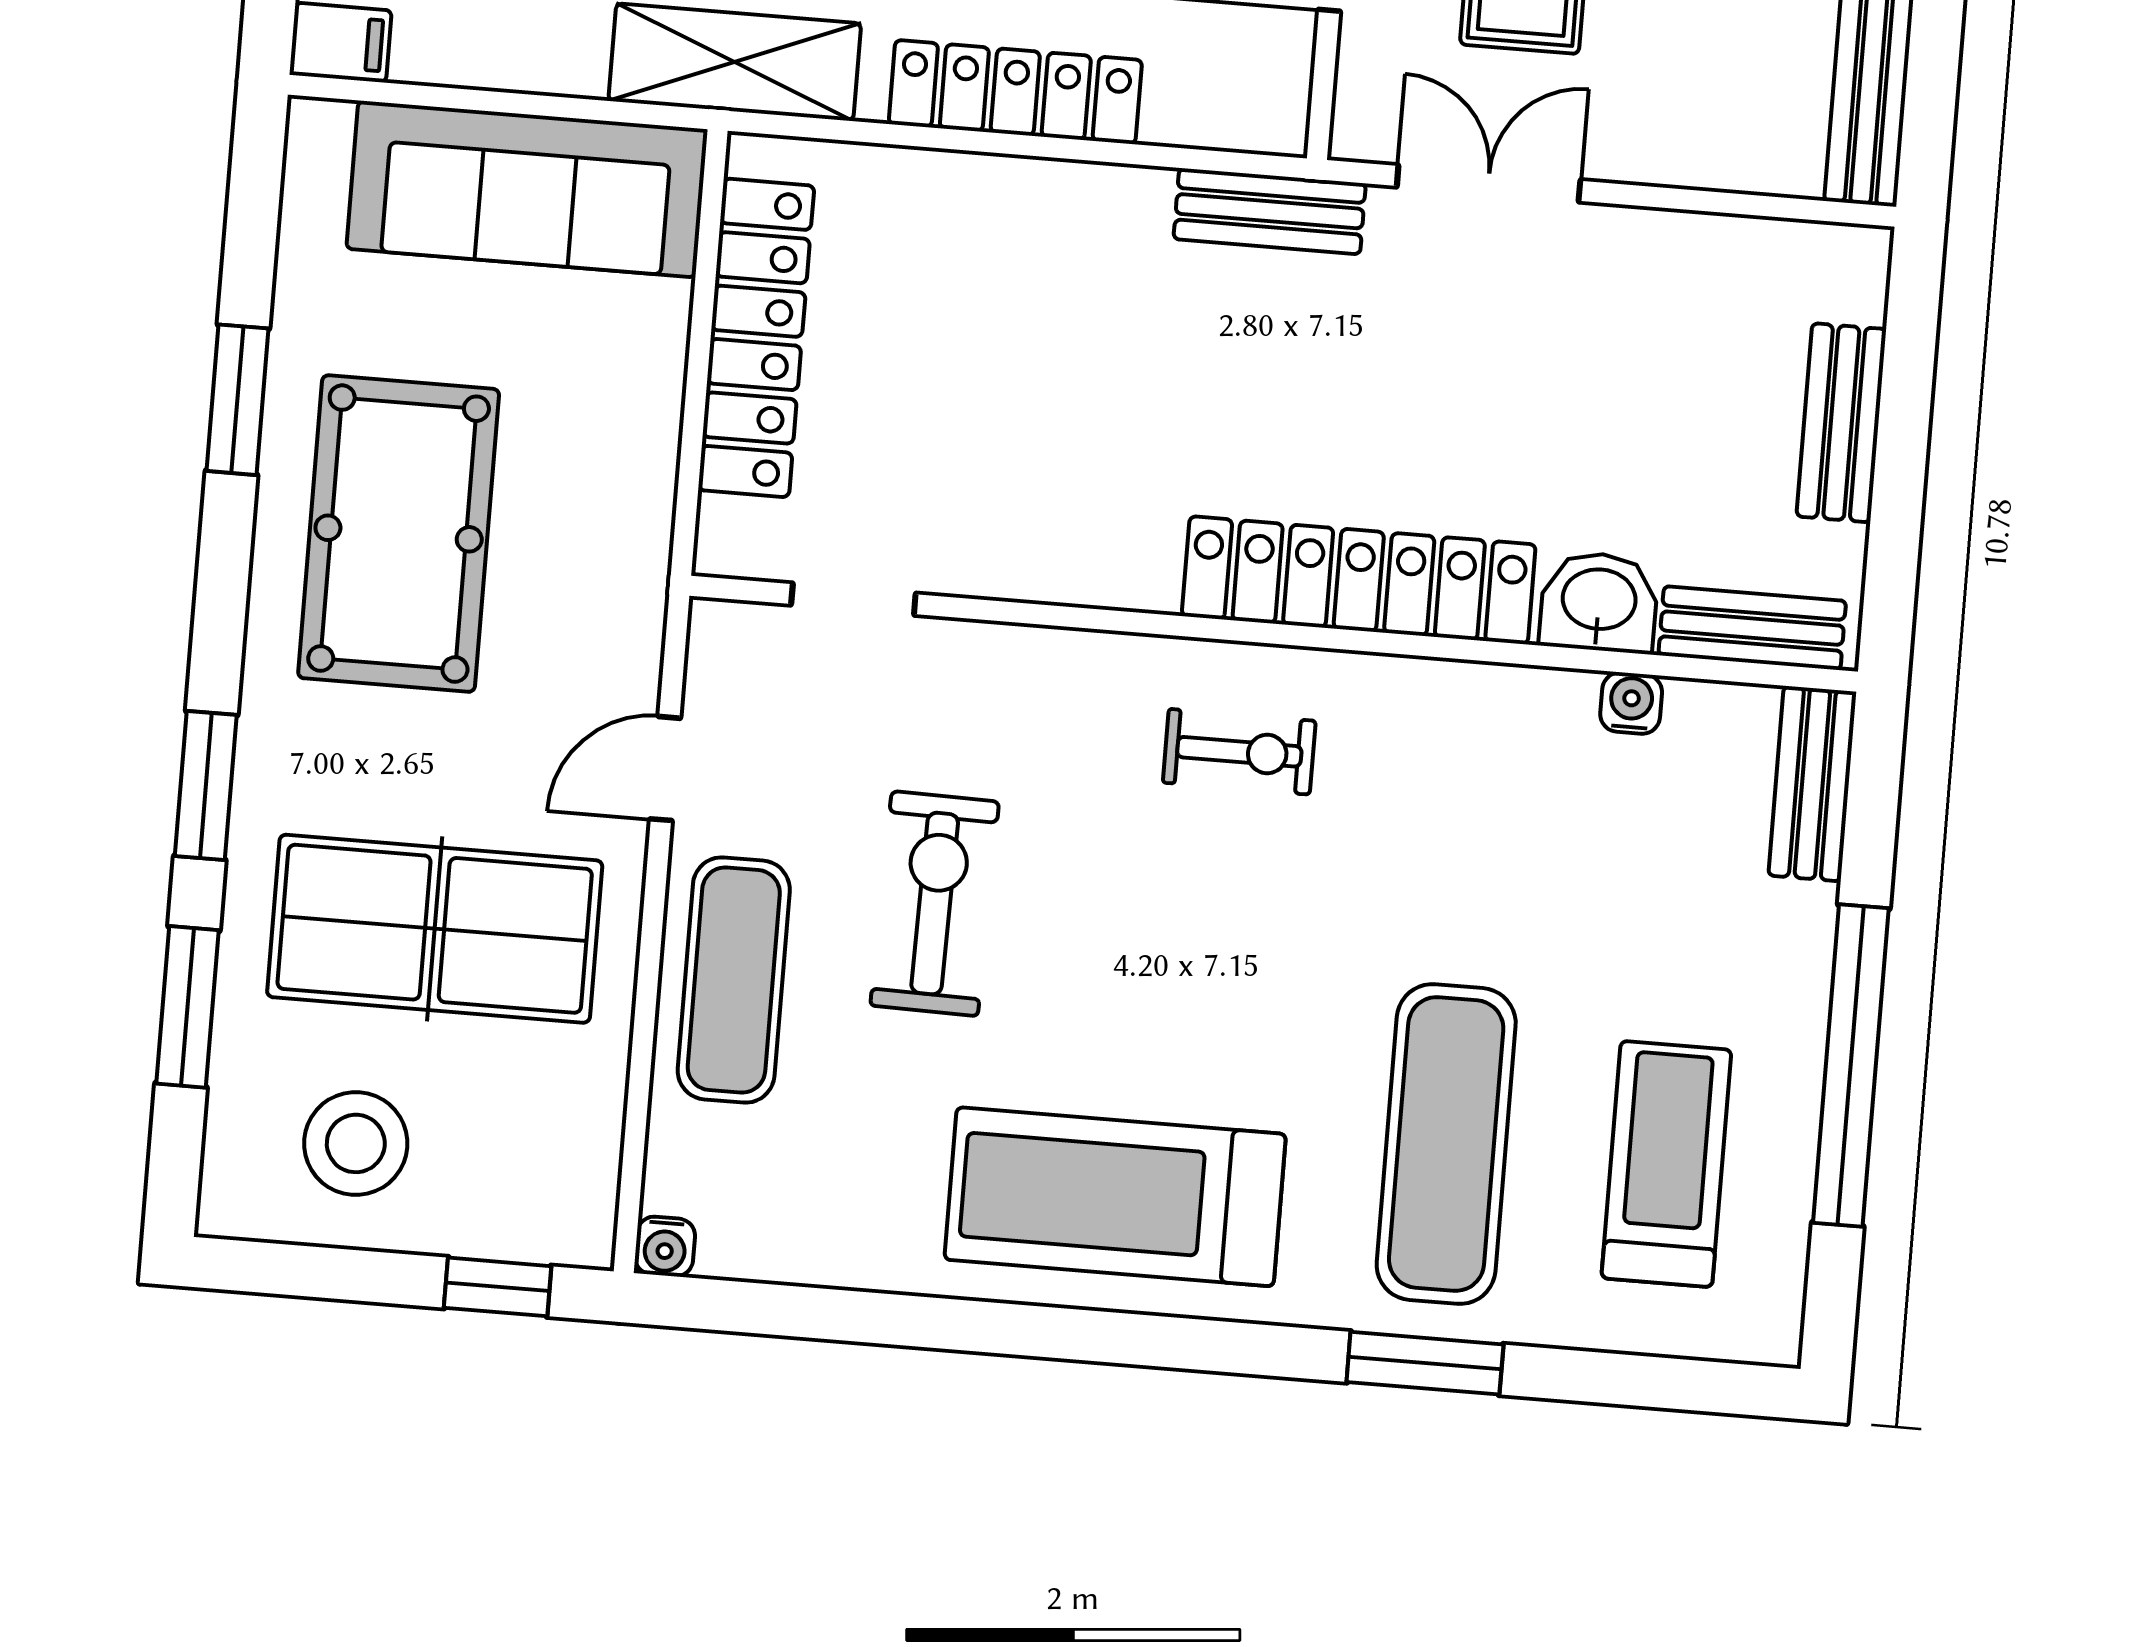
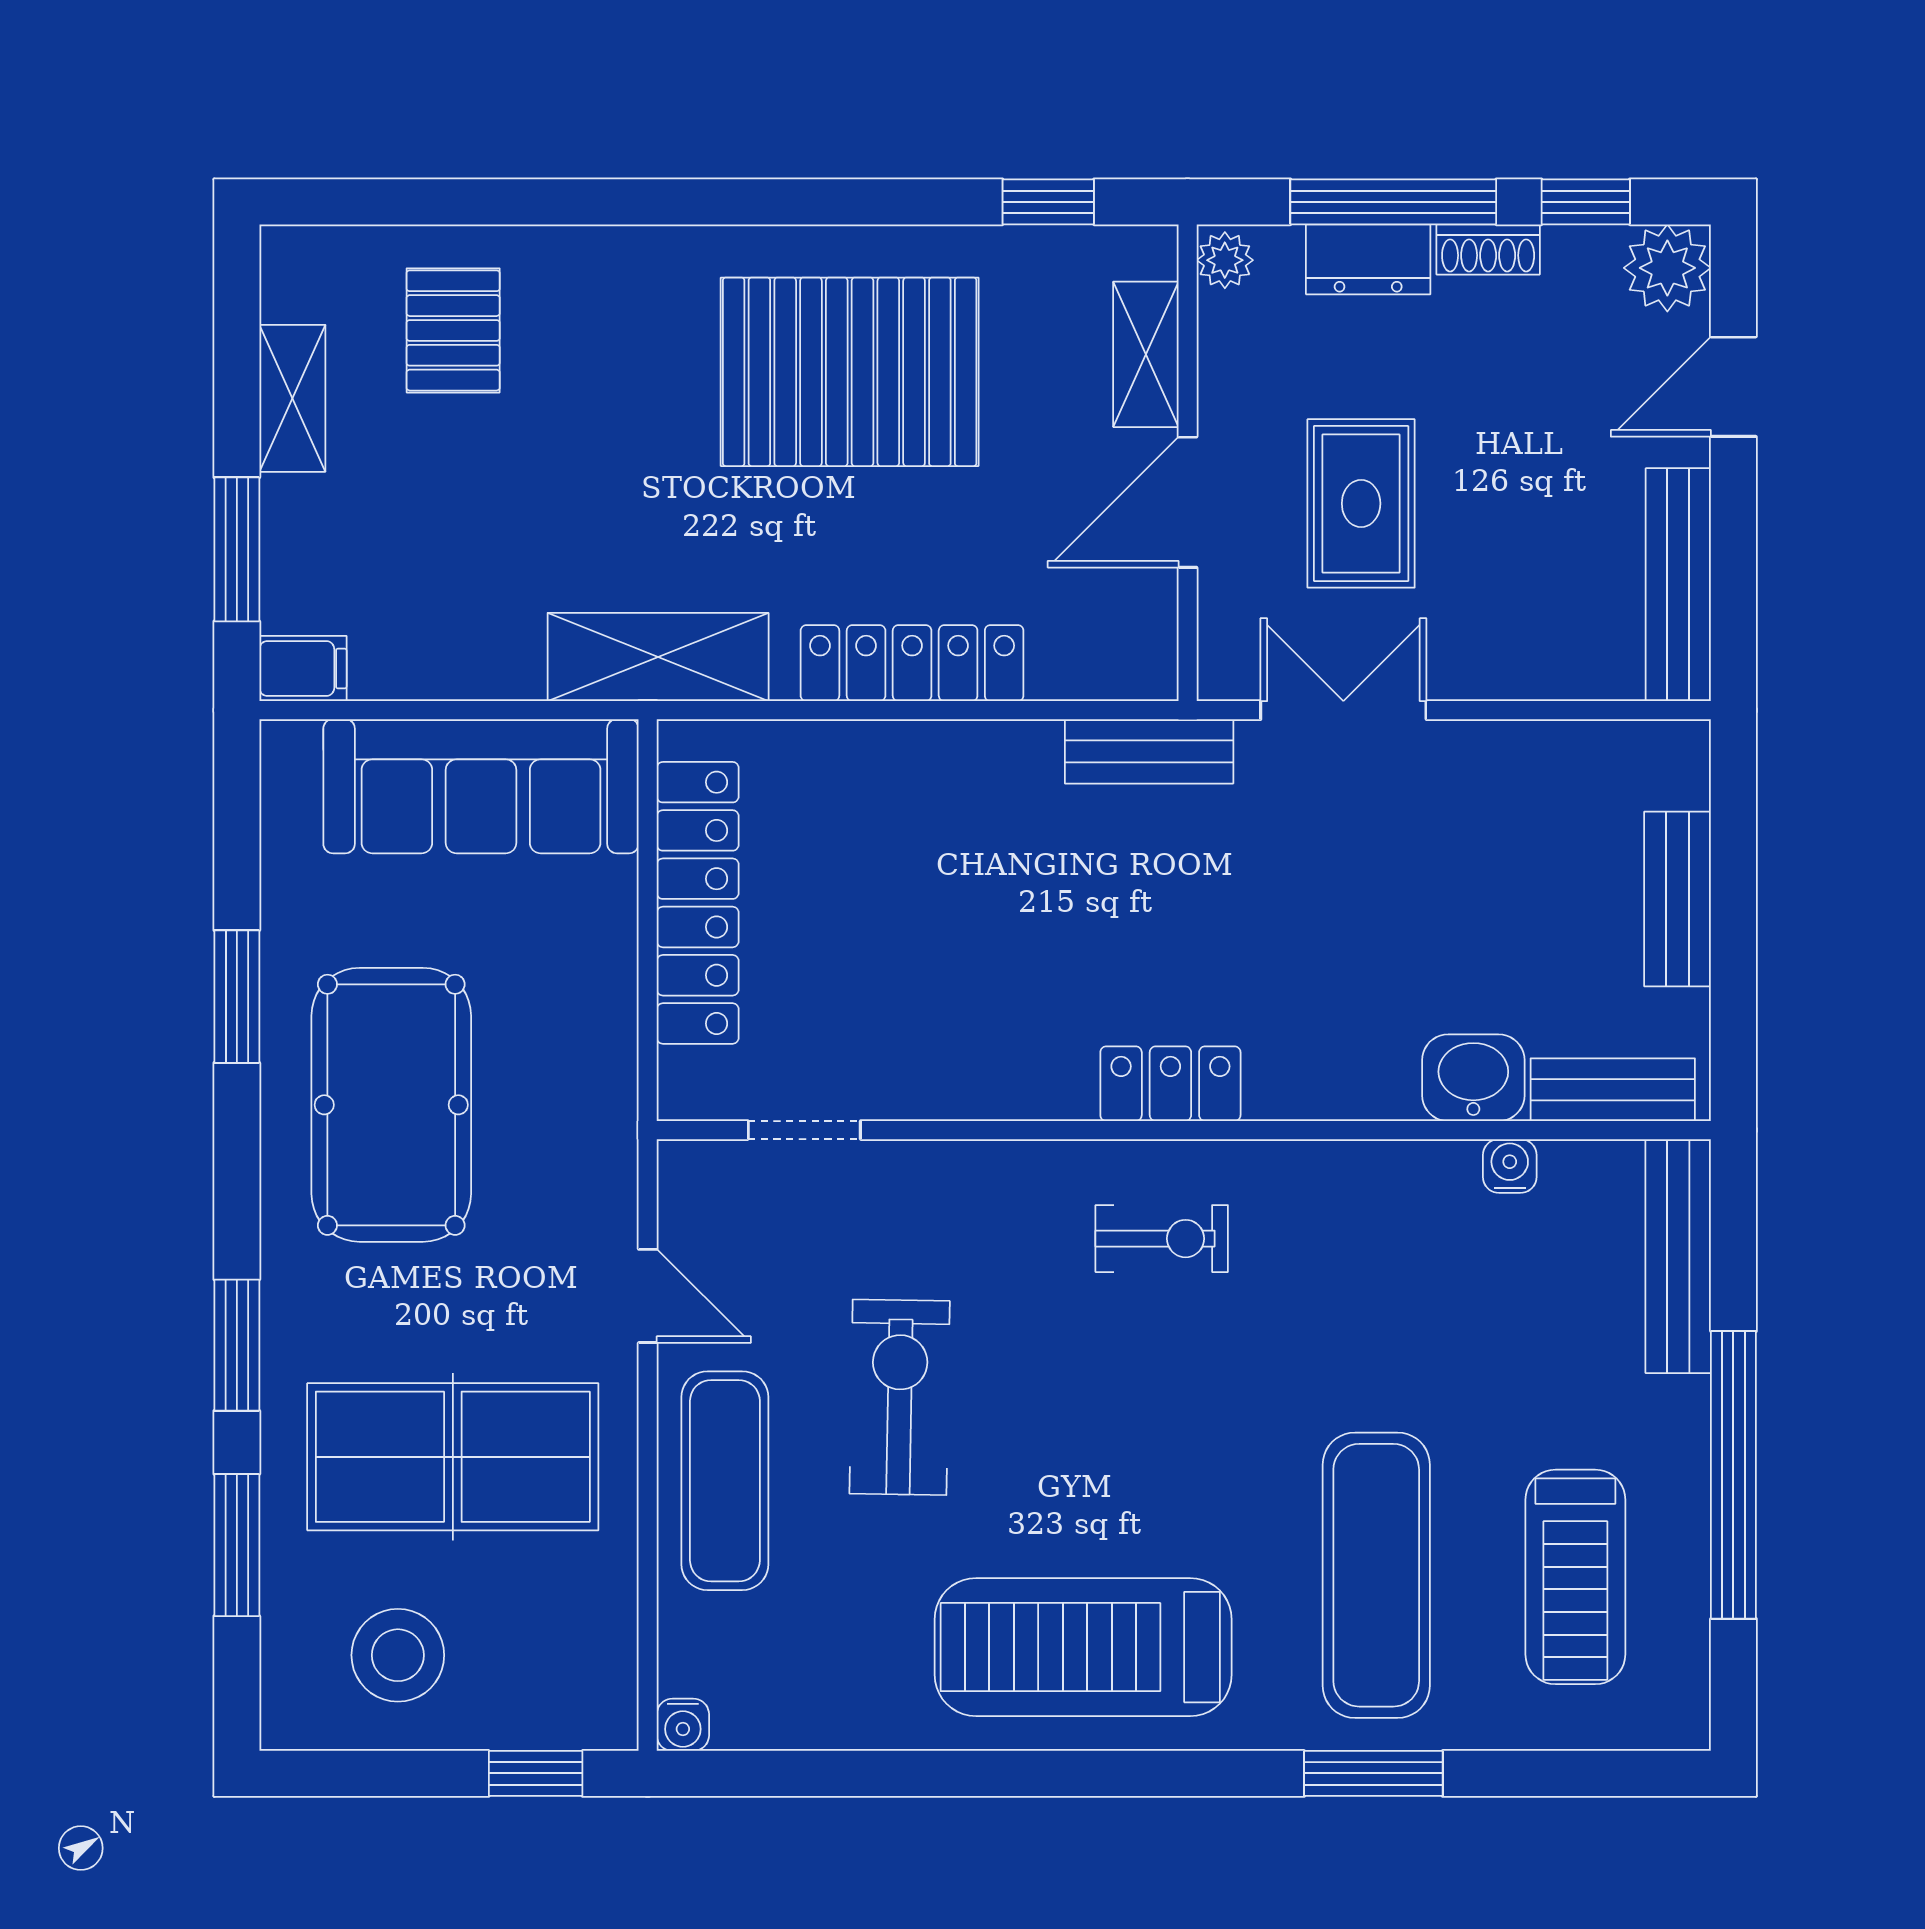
locker: (1359, 580) -> (1170, 1084), width x0.46, depth x0.83
door: (665, 769) -> (648, 1296), swing flipped
bench: (1812, 784) -> (1678, 1256), width x1.36
treadmill: (1666, 1164) -> (1575, 1577), turned 180

